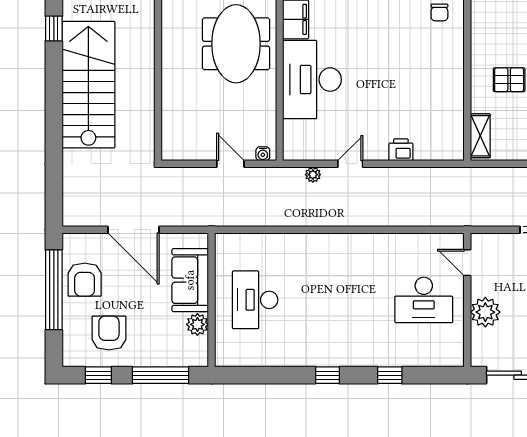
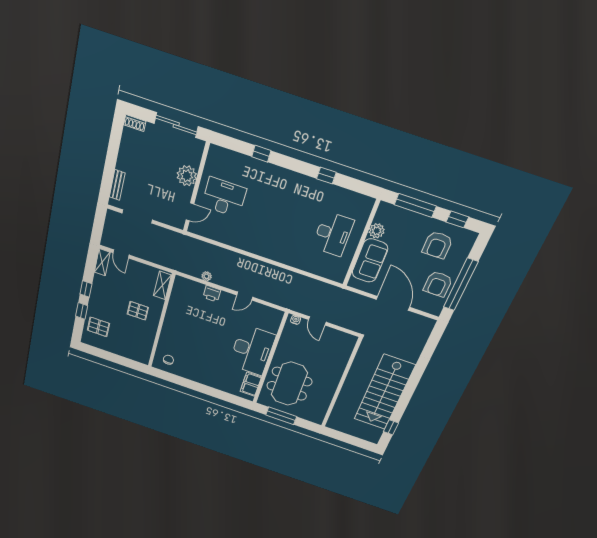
plant: (313, 175) -> (207, 276), moved
door: (467, 263) -> (190, 212), hinge flipped
armchair: (85, 280) -> (438, 284), turned 180
window: (327, 375) -> (326, 175), moved

